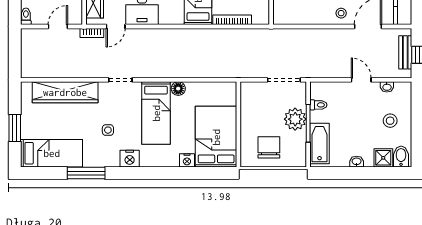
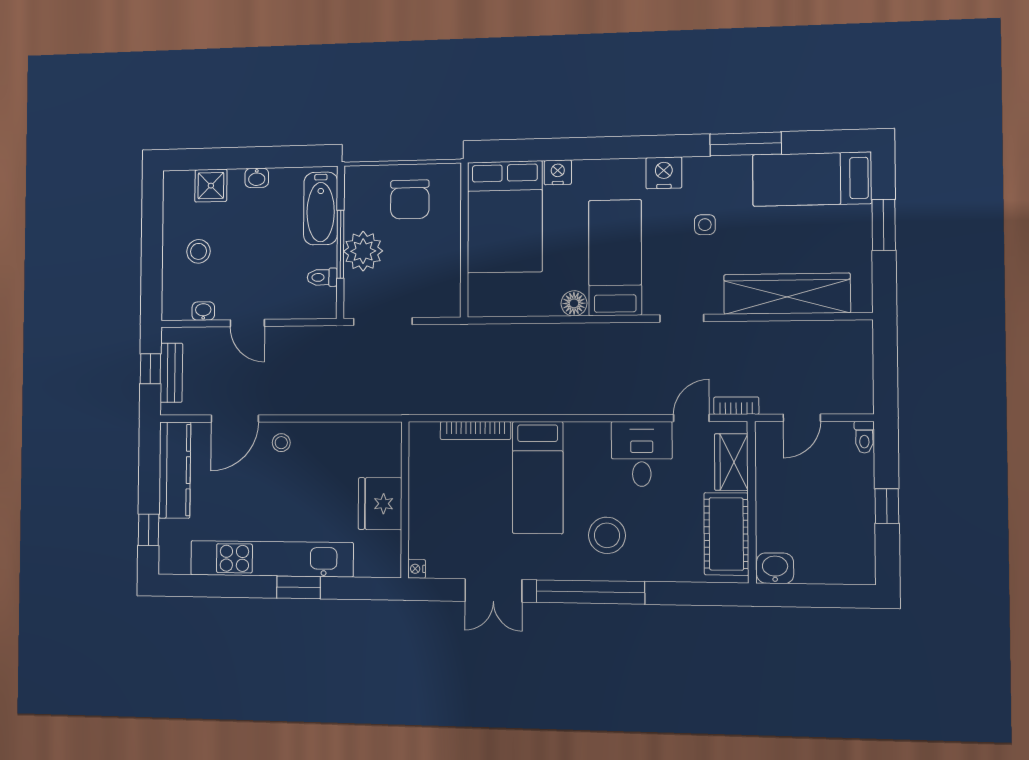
bidet: (401, 157) -> (181, 189), removed

